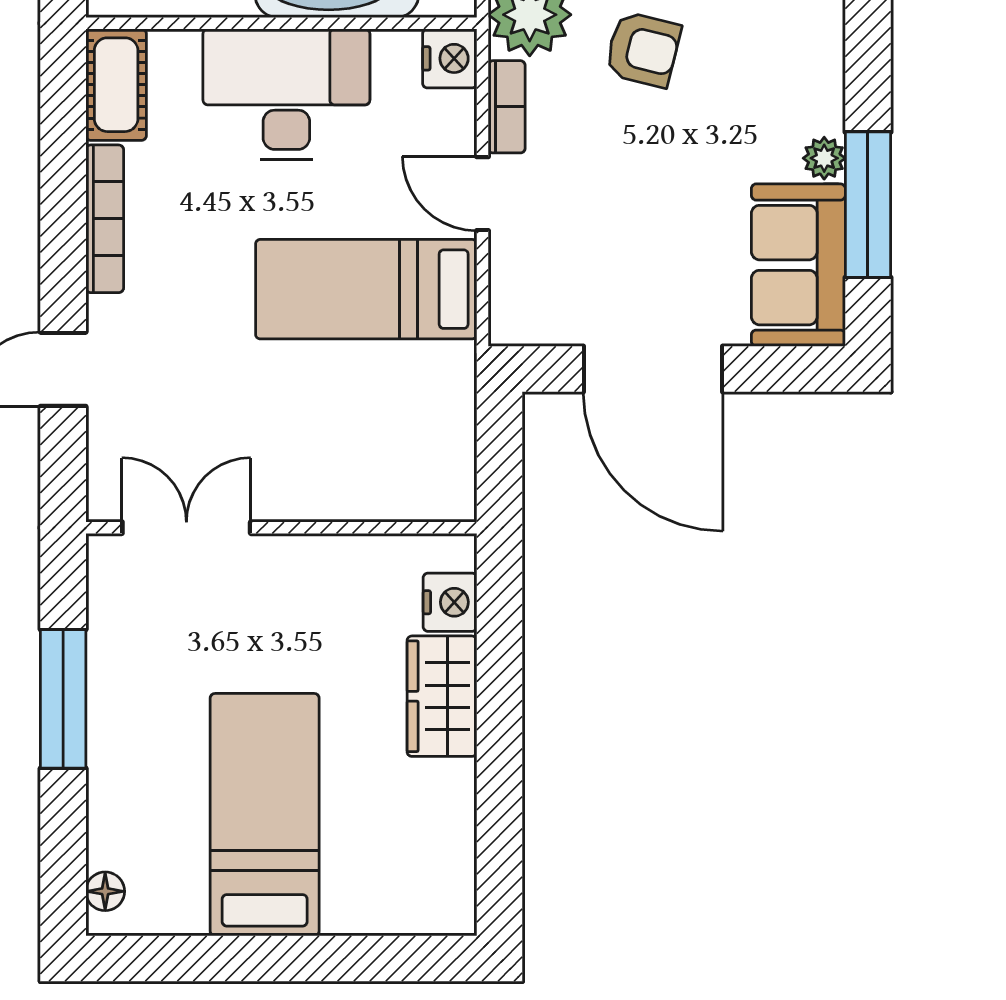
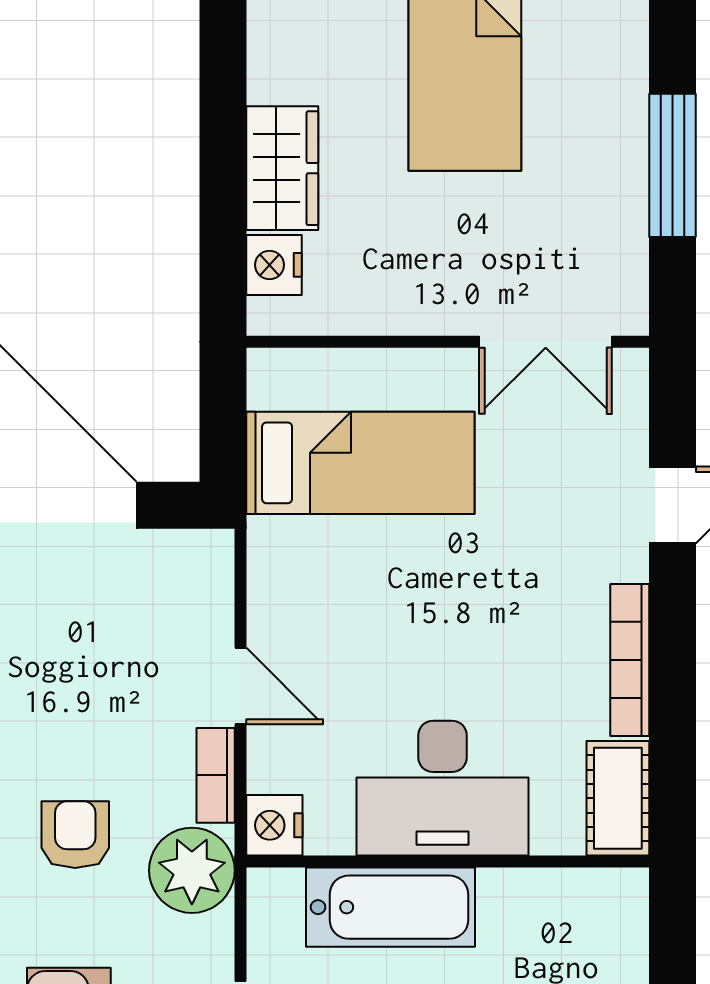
armchair: (643, 49) -> (75, 835), turned 76
bed: (366, 289) -> (360, 463), moved

